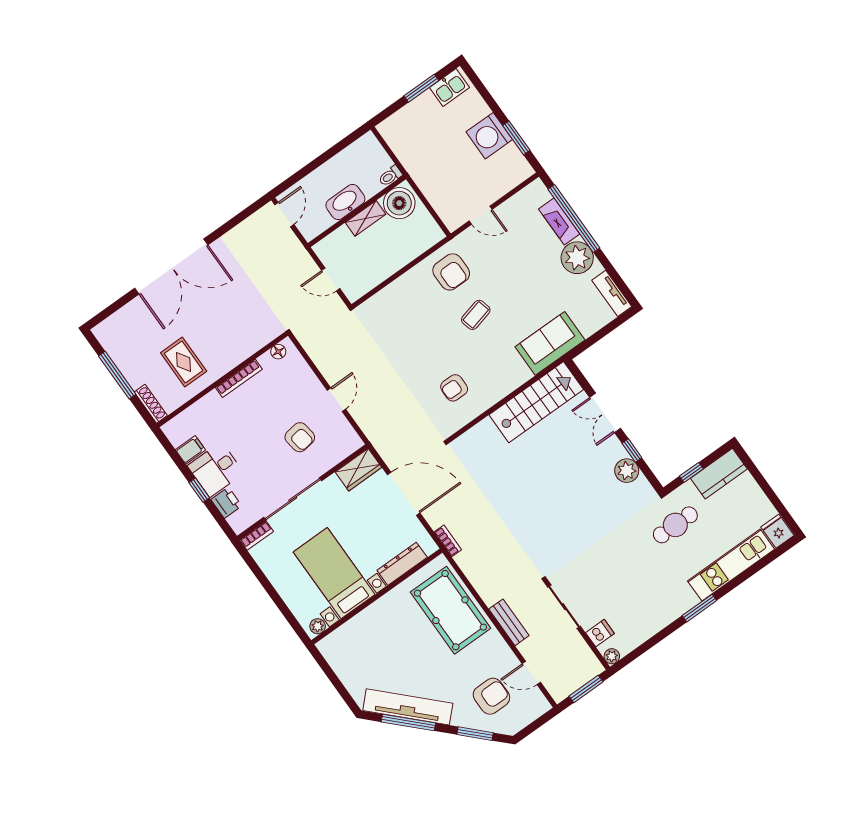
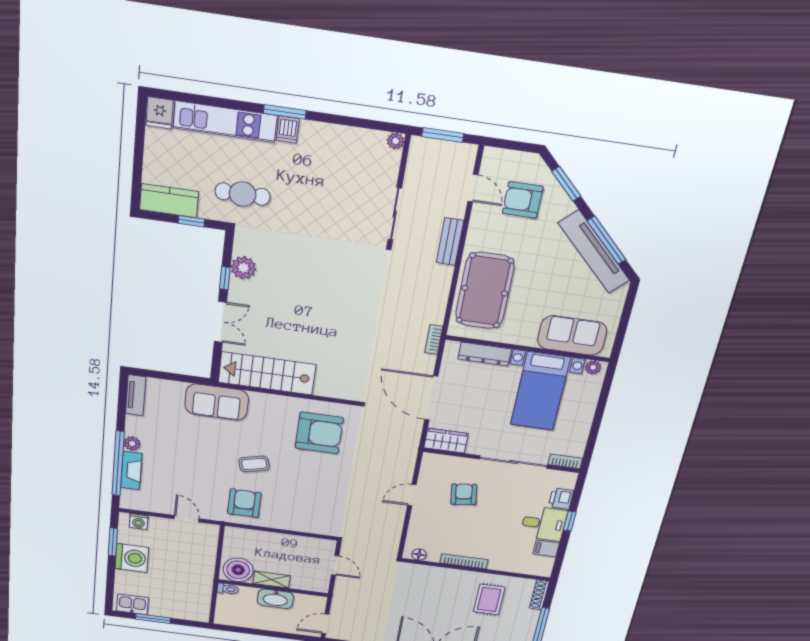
washing machine: (514, 177) -> (139, 521), added
plant: (577, 258) -> (132, 443), width x0.53, depth x0.53
armchair: (454, 388) -> (319, 433), width x1.88, depth x1.88
dishwasher: (600, 633) -> (288, 130), moved, turned -90
sofa: (358, 635) -> (572, 335), added

